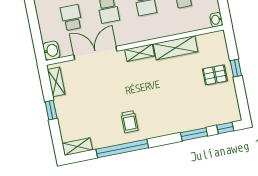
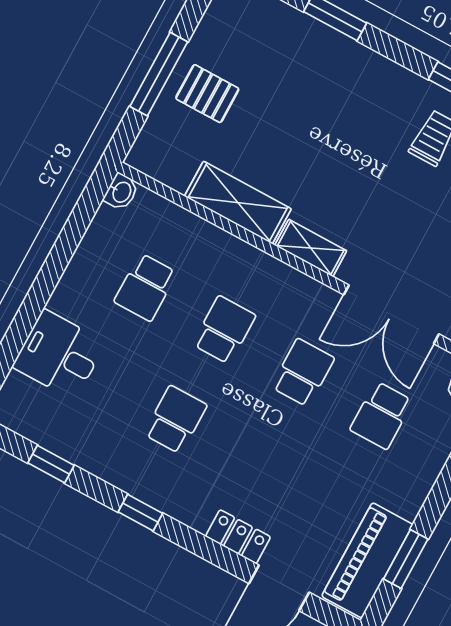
window: (236, 68) -> (159, 74), width x2.17

